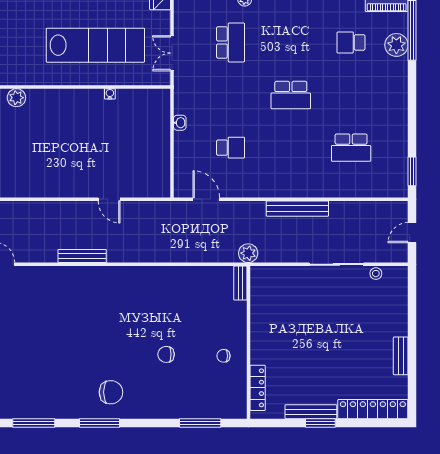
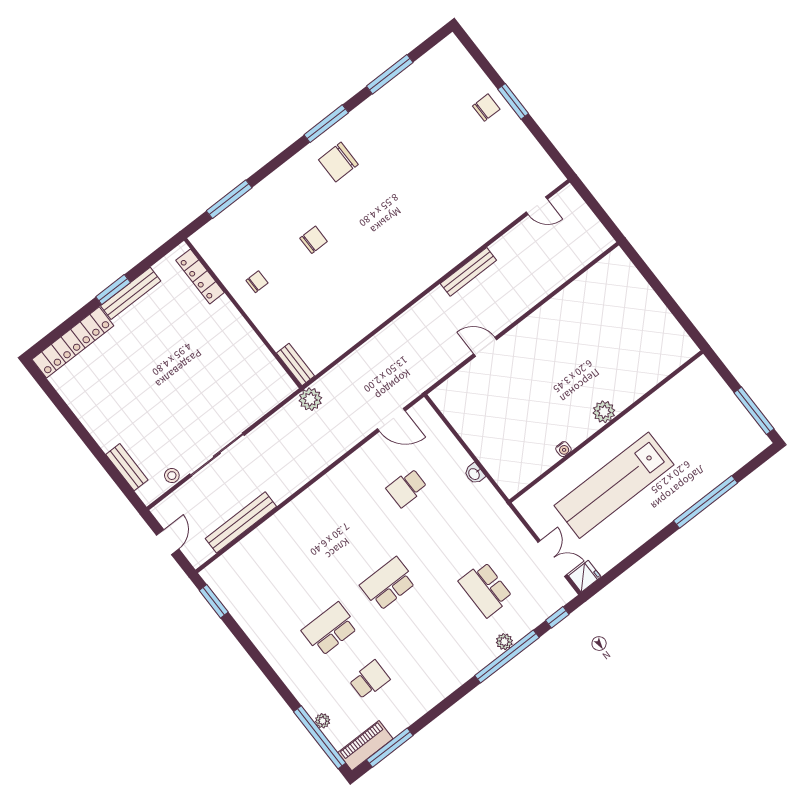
plant: (396, 45) -> (323, 721), width x0.53, depth x0.53
double door: (172, 53) -> (552, 558), moved
plant: (16, 98) -> (604, 412), moved
school desk: (351, 148) -> (330, 629), moved
bench: (297, 209) -> (241, 522), moved
bench: (401, 356) -> (127, 467), moved

